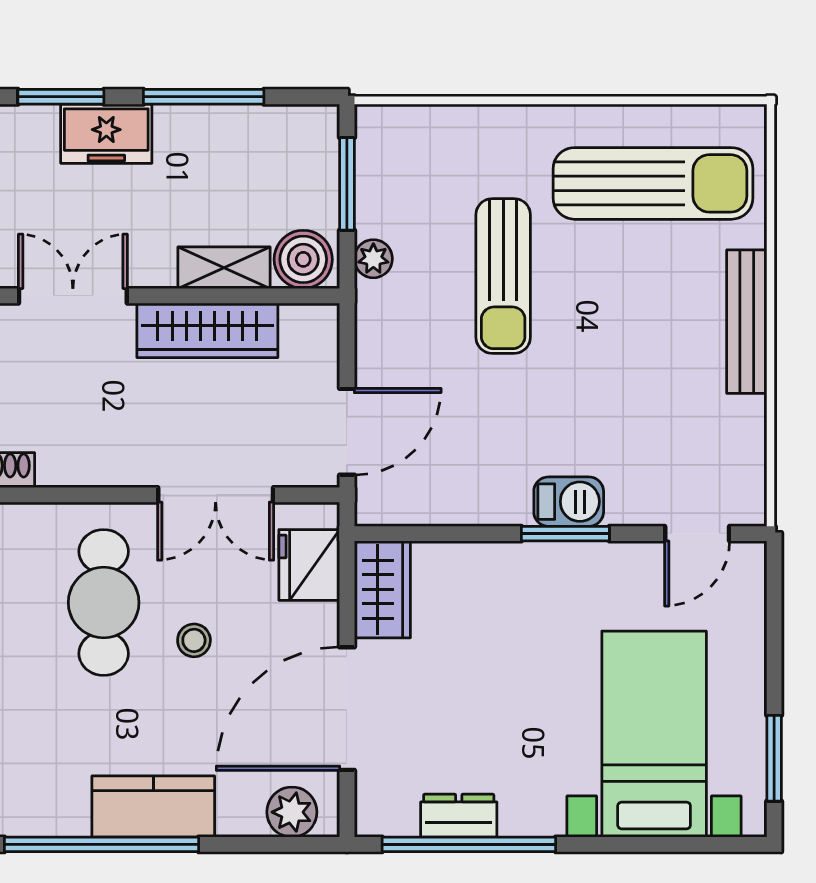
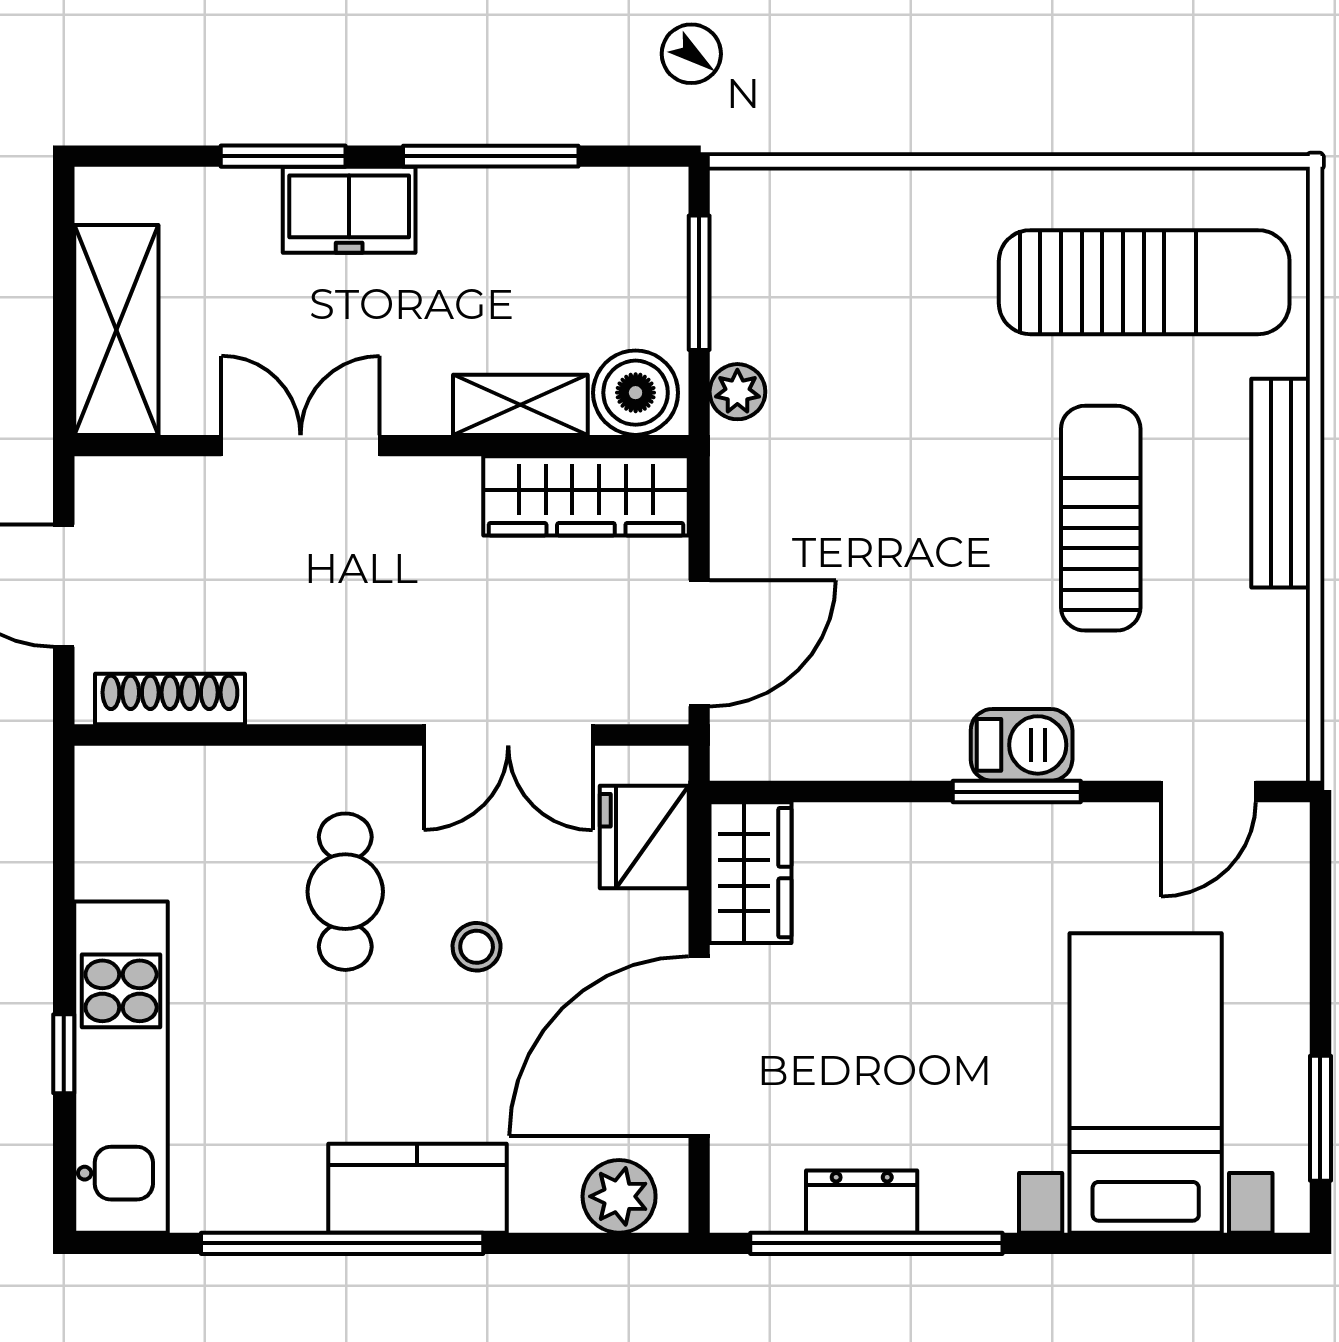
sun lounger: (503, 276) -> (1101, 518), moved, turned 180
wardrobe: (207, 330) -> (586, 496), moved
cafe table: (104, 603) -> (345, 892), width x0.73, depth x0.74

